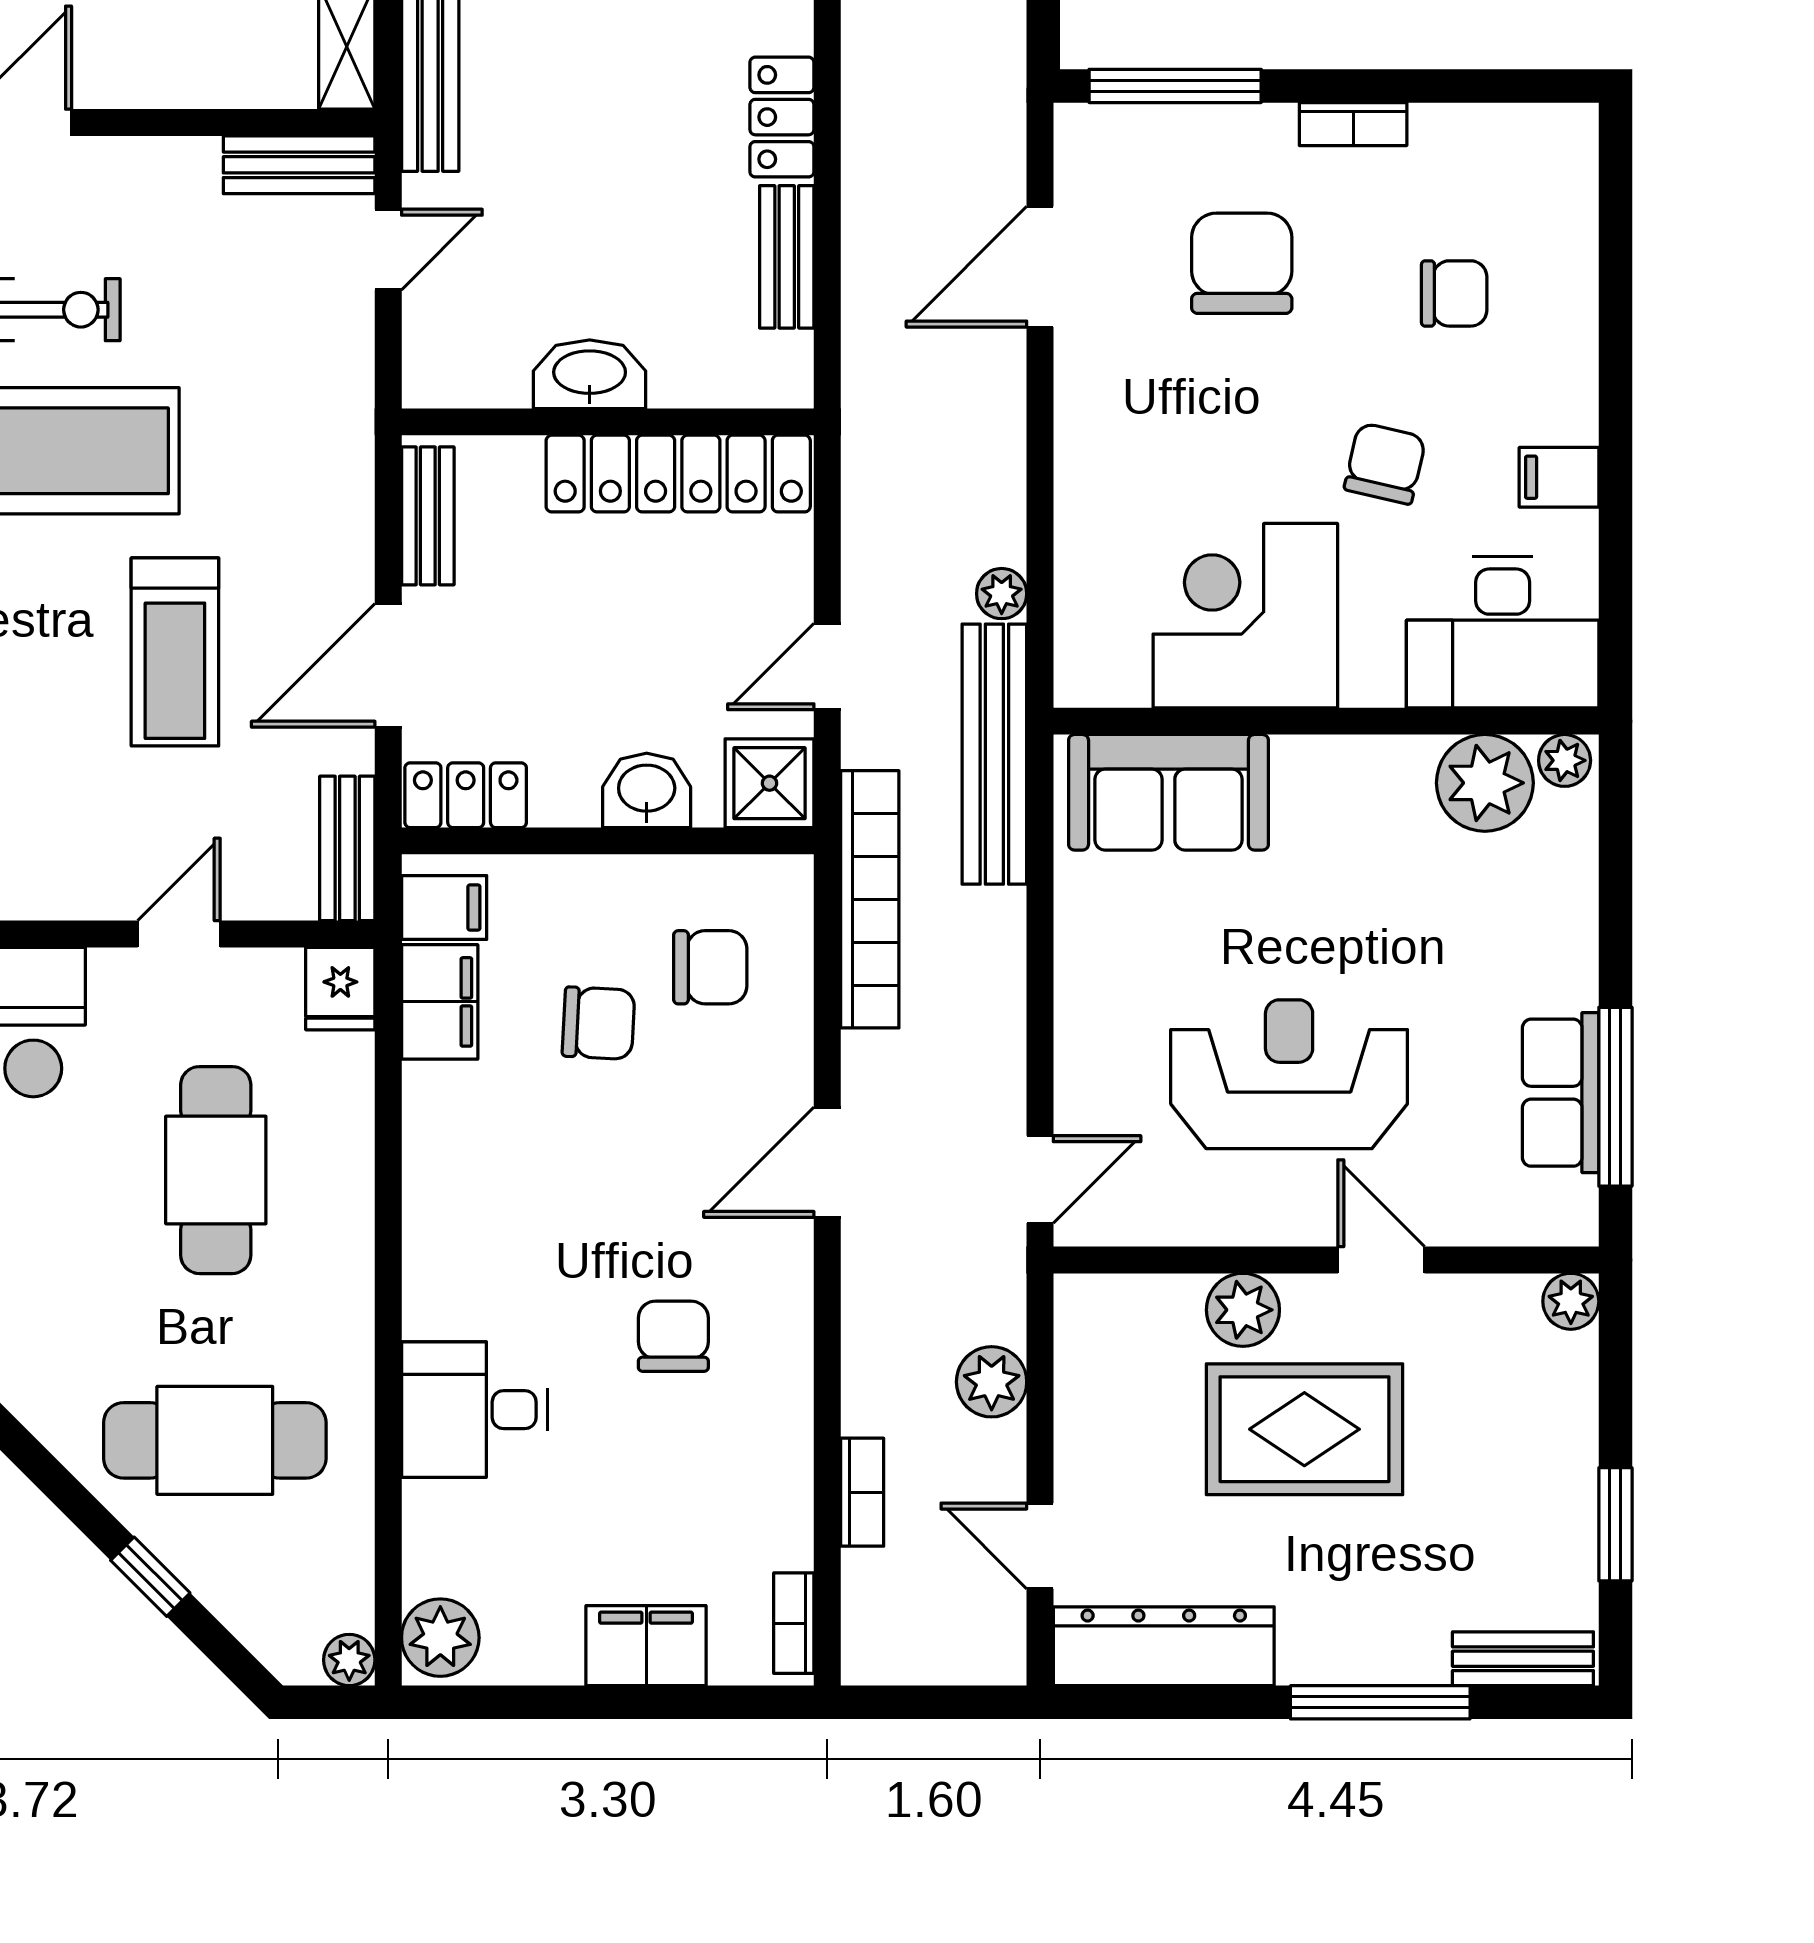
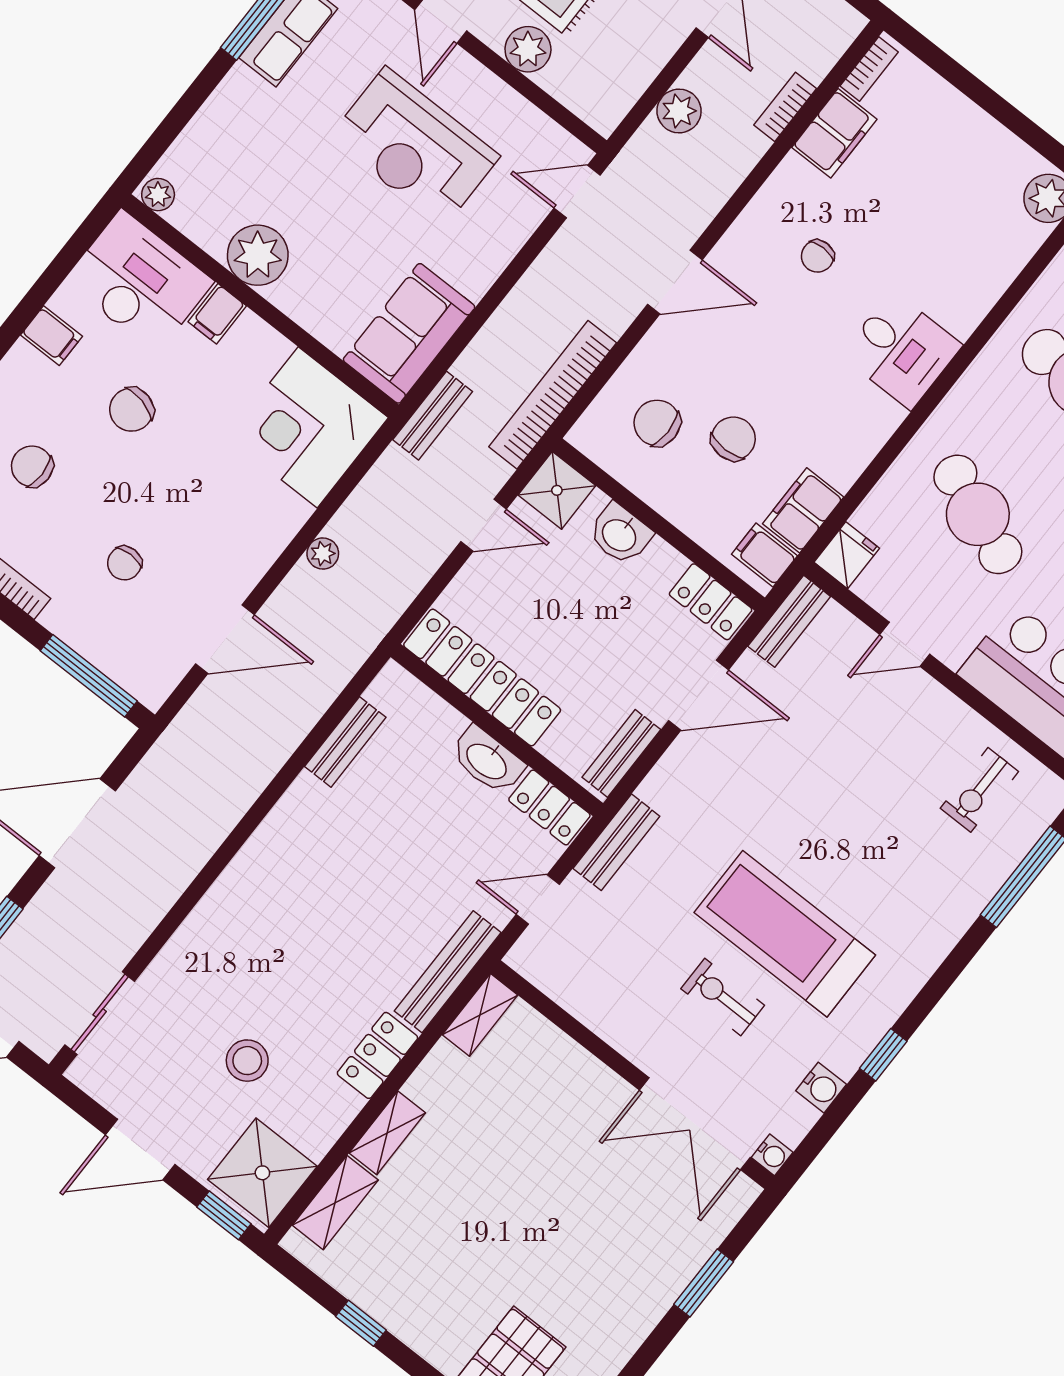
locker: (782, 117) -> (549, 807), moved, turned 90
bench: (299, 165) -> (616, 842), moved, turned 90
chair: (1242, 263) -> (125, 563), width x0.54, depth x0.54
plant: (1002, 594) -> (323, 554), moved
corner desk: (1245, 616) -> (308, 427), moved, turned 90
treadmill: (175, 652) -> (798, 784), removed
filing cabinet: (1372, 669) -> (217, 314), added
bench: (994, 754) -> (433, 416), width x0.54, depth x0.82
plant: (1485, 783) -> (258, 255), moved
sofa: (1168, 792) -> (409, 333), moved, turned -90
chair: (598, 1023) -> (733, 439), turned 87
cafe table: (216, 1170) -> (978, 514), turned -68
chair: (673, 1336) -> (818, 256), width x0.73, depth x0.73
desk: (475, 1410) -> (901, 350), moved
filing cabinet: (646, 1646) -> (834, 133), moved, turned -90

